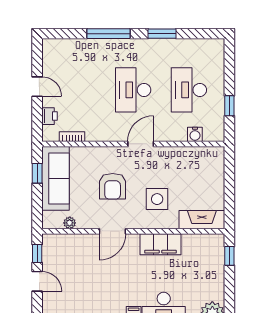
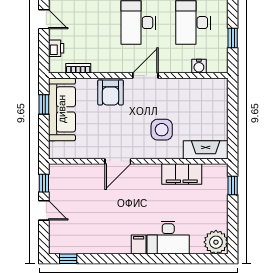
armchair: (113, 186) -> (111, 92), moved
plant: (70, 223) -> (76, 153), removed
filing cabinet: (161, 244) -> (182, 174), moved

